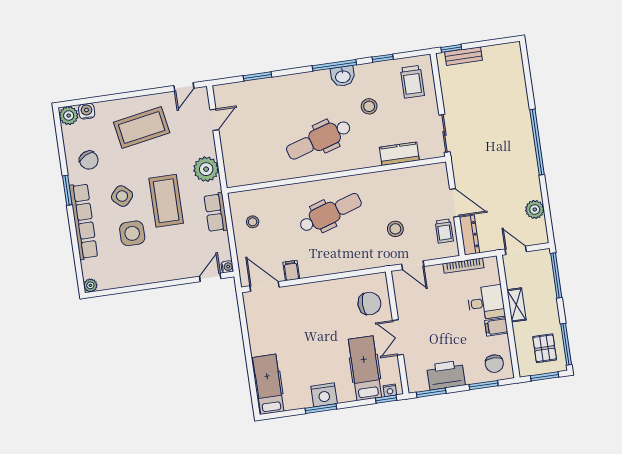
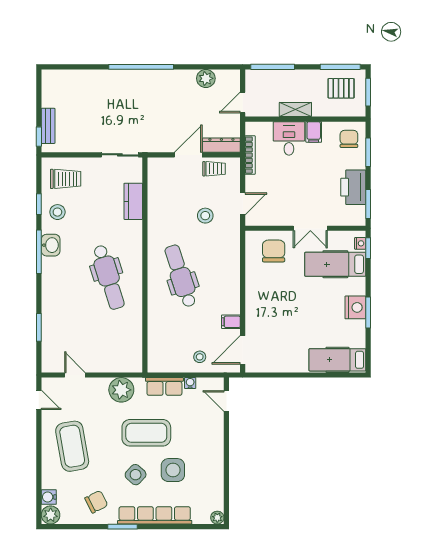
stool: (369, 106) -> (57, 212), moved
stool: (253, 222) -> (200, 357), moved
water cooler: (227, 267) -> (190, 383), moved
chair: (494, 364) -> (349, 139), turned -90

